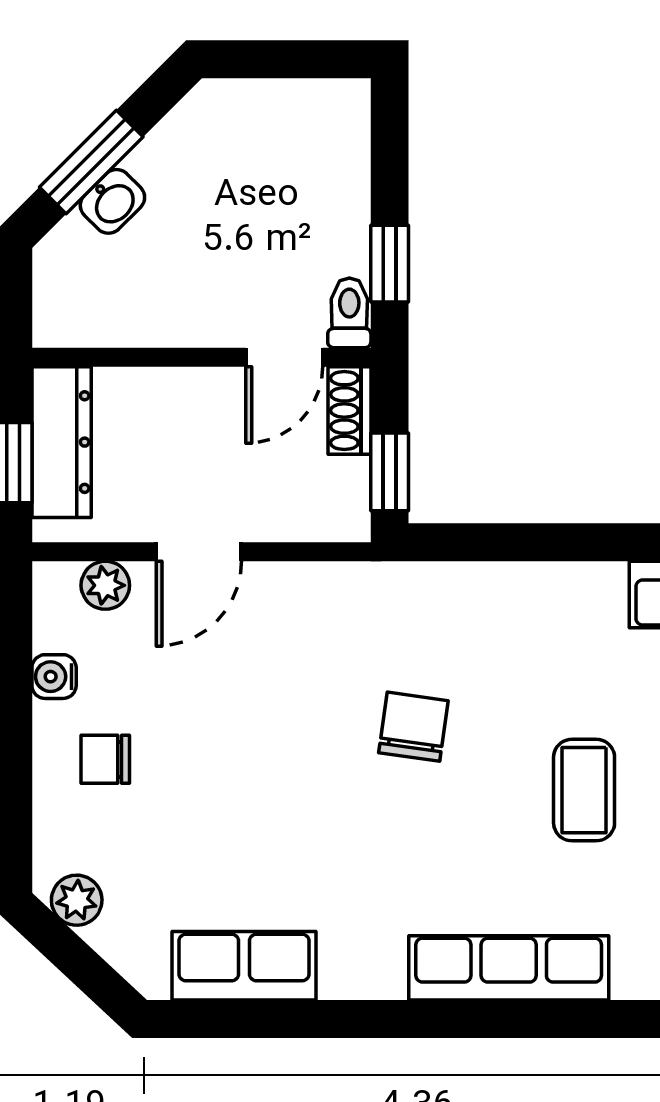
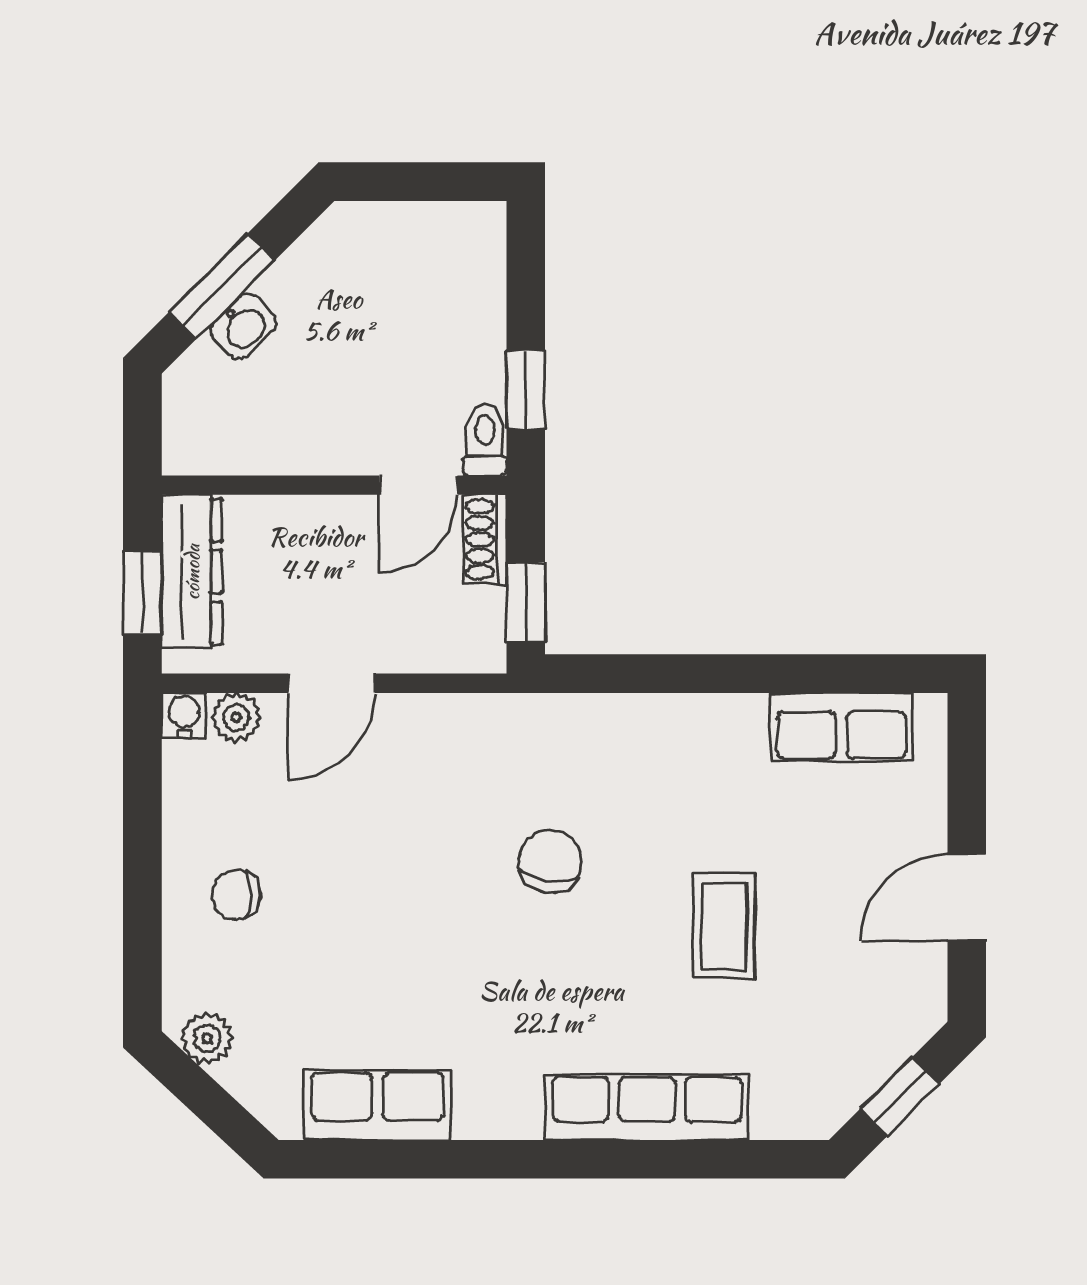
water cooler: (54, 677) -> (184, 715), moved, turned 90

